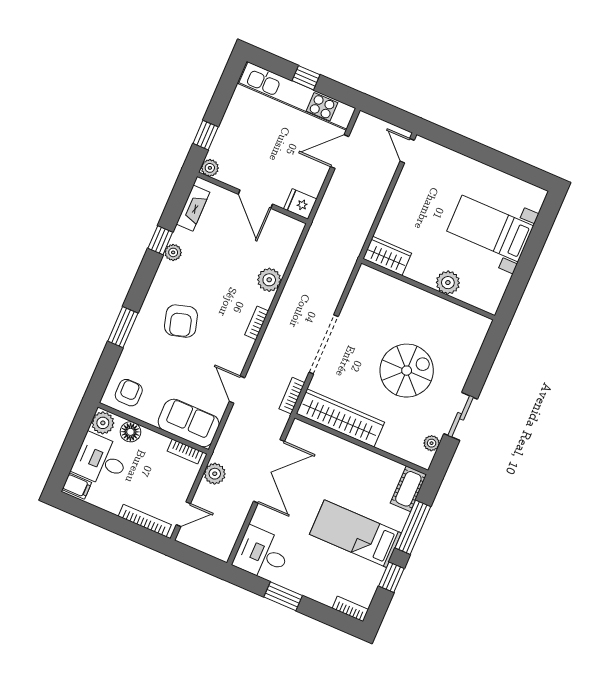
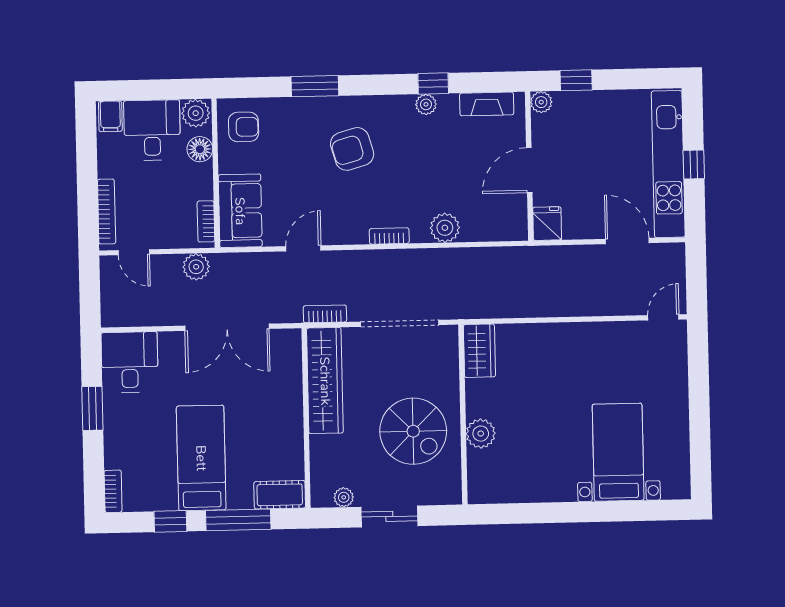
wardrobe: (387, 256) -> (479, 351), moved
plant: (448, 283) -> (481, 434), moved
wall: (428, 289) -> (463, 414), moved

